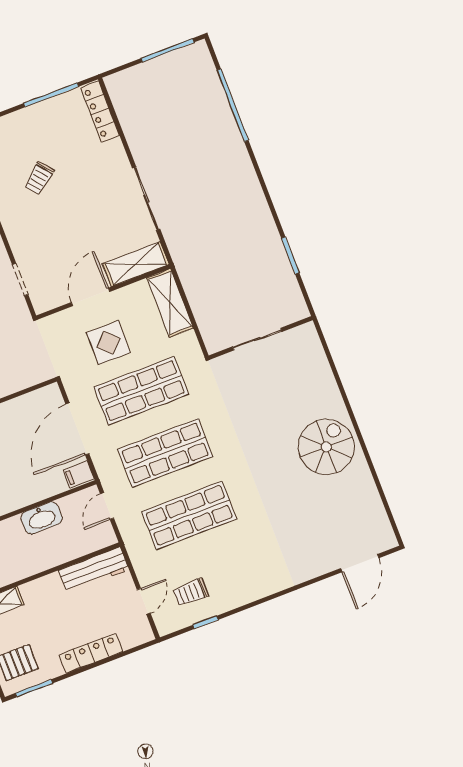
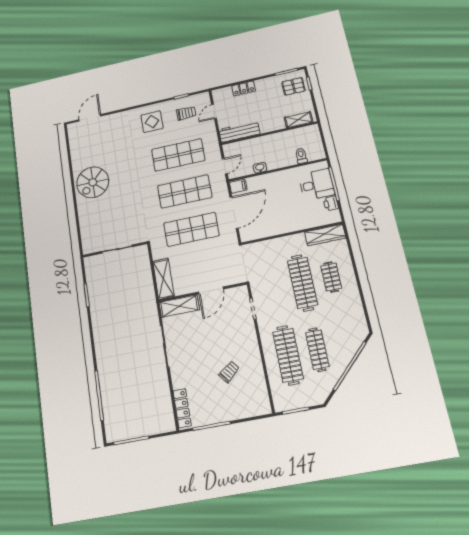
display table: (108, 343) -> (152, 122), moved
washbasin: (41, 518) -> (260, 168), width x0.52, depth x0.69
locker: (91, 653) -> (244, 88), width x0.66

